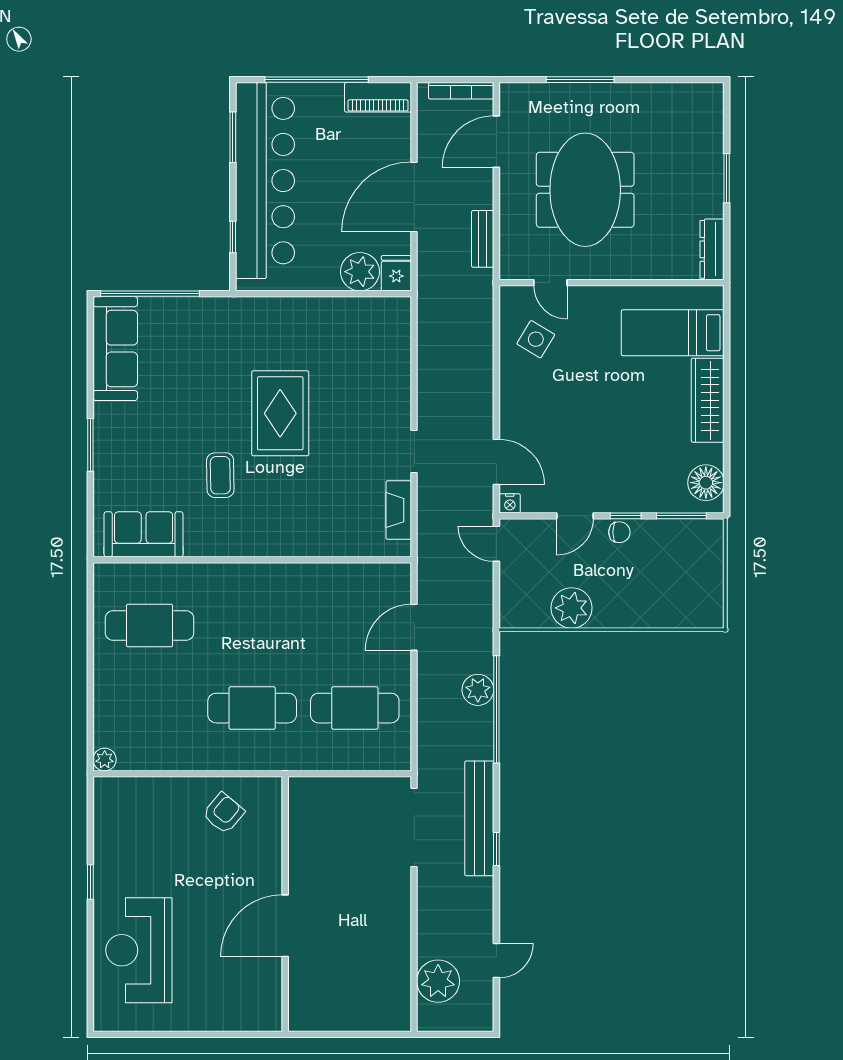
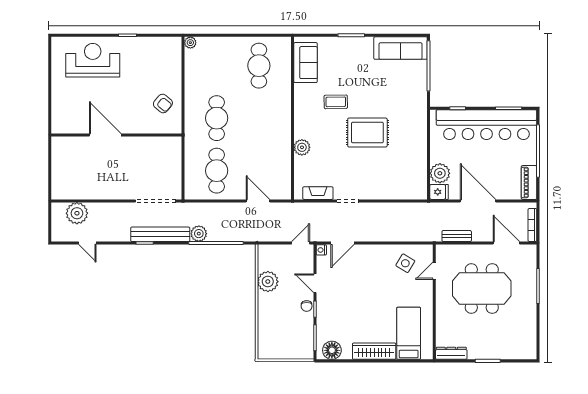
plant: (309, 541) -> (302, 147), added
plant: (478, 690) -> (199, 234), moved

